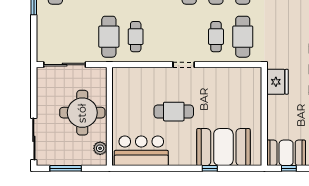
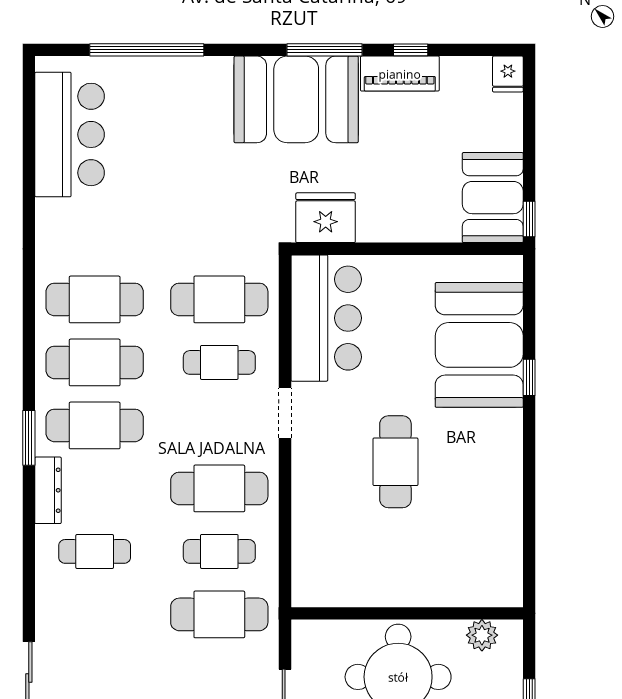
cafe table: (162, 37) -> (219, 488), added
doorway: (184, 65) -> (285, 413), moved
bar counter: (141, 151) -> (326, 318), moved, turned 180
window: (289, 168) -> (529, 219), moved

